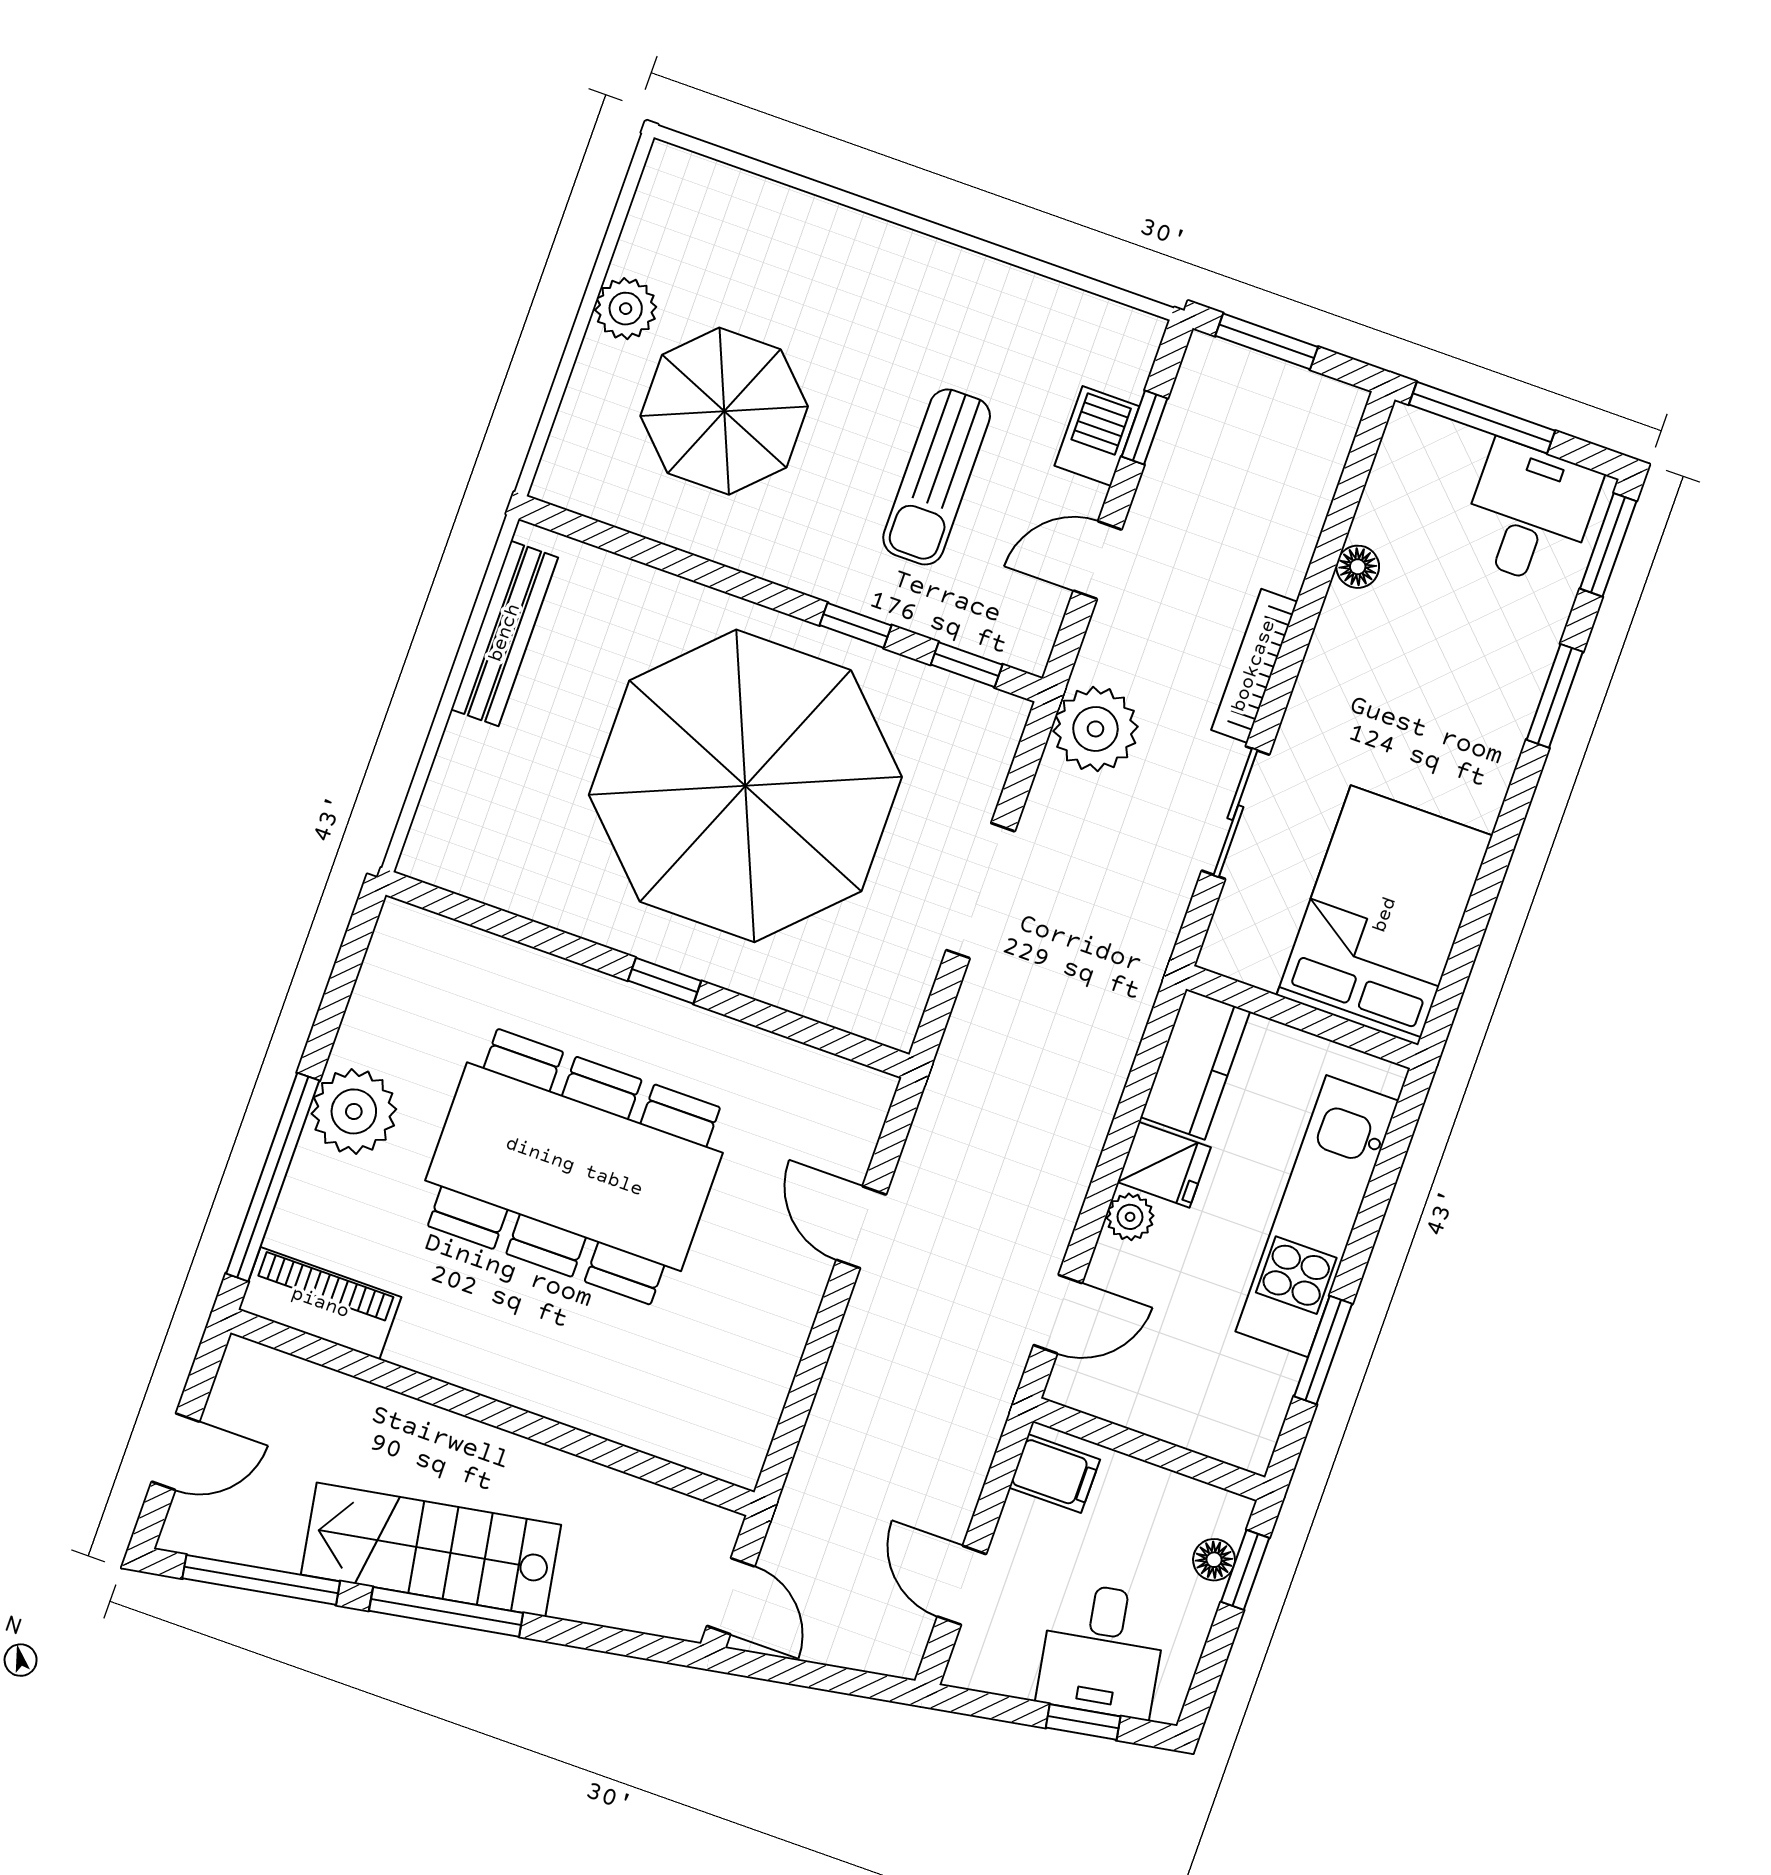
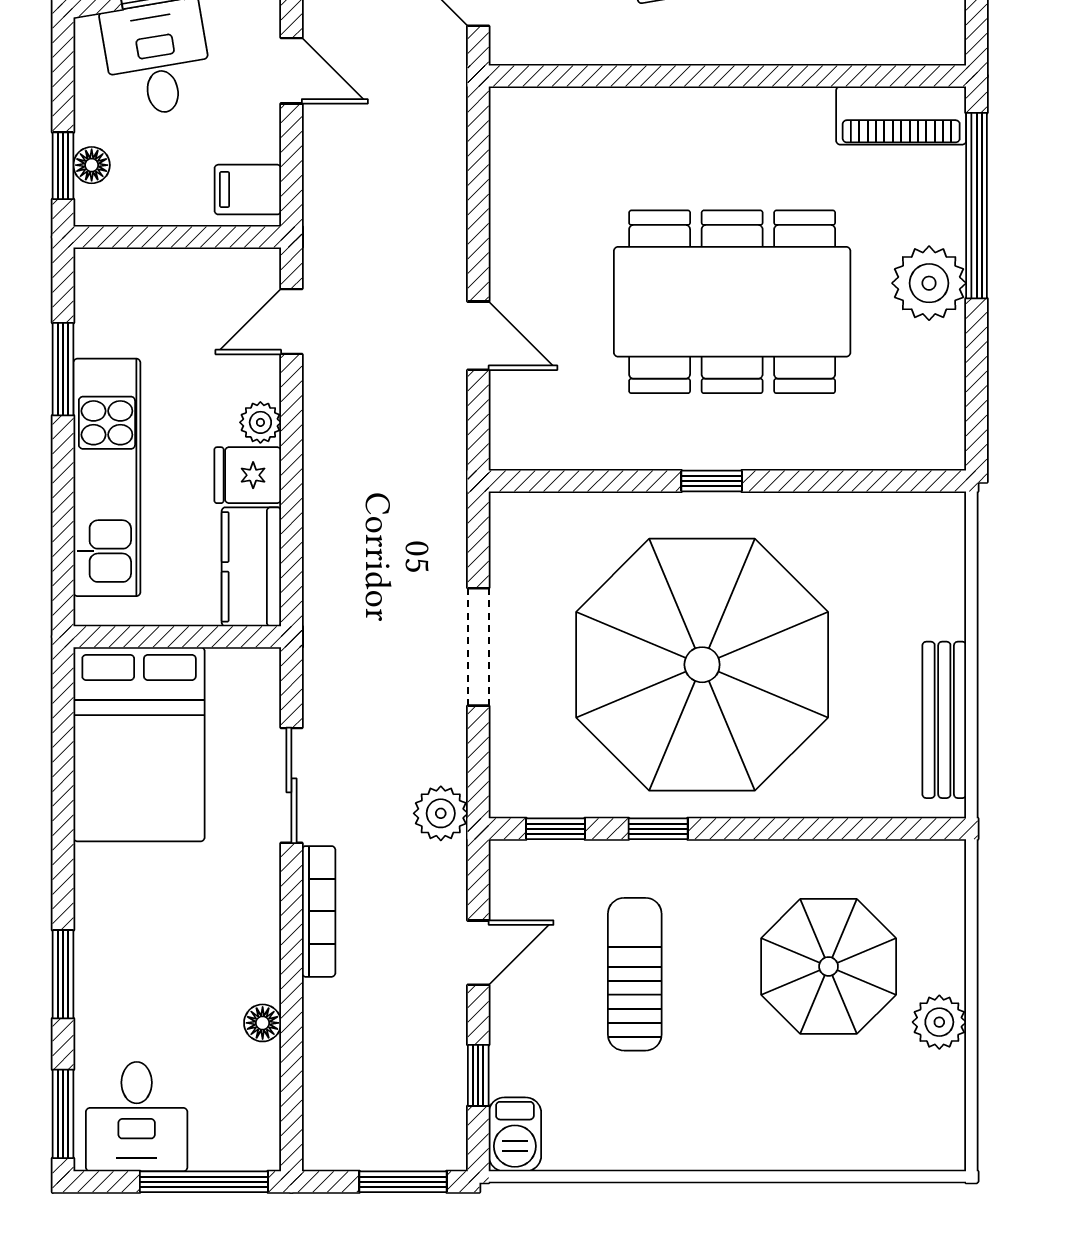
barbecue: (1097, 436) -> (515, 1134), moved
plant: (1095, 729) -> (441, 813), width x0.73, depth x0.73

